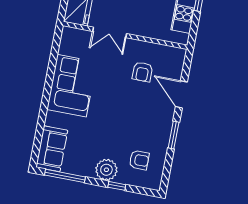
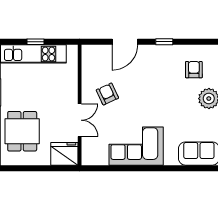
armchair: (142, 72) -> (107, 94), moved, turned -115
window: (174, 135) -> (164, 42), width x0.67

